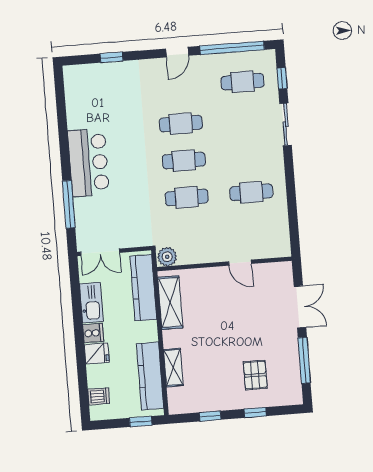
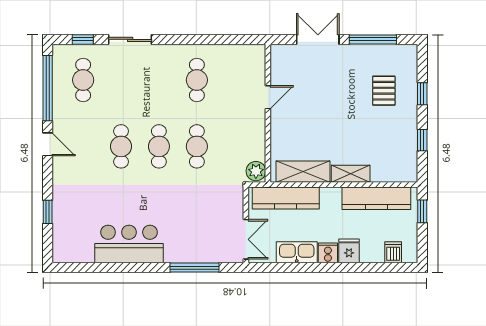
bar counter: (88, 163) -> (129, 244), moved
shelving: (173, 368) -> (351, 174), moved
pallet: (255, 375) -> (384, 91), turned 90

